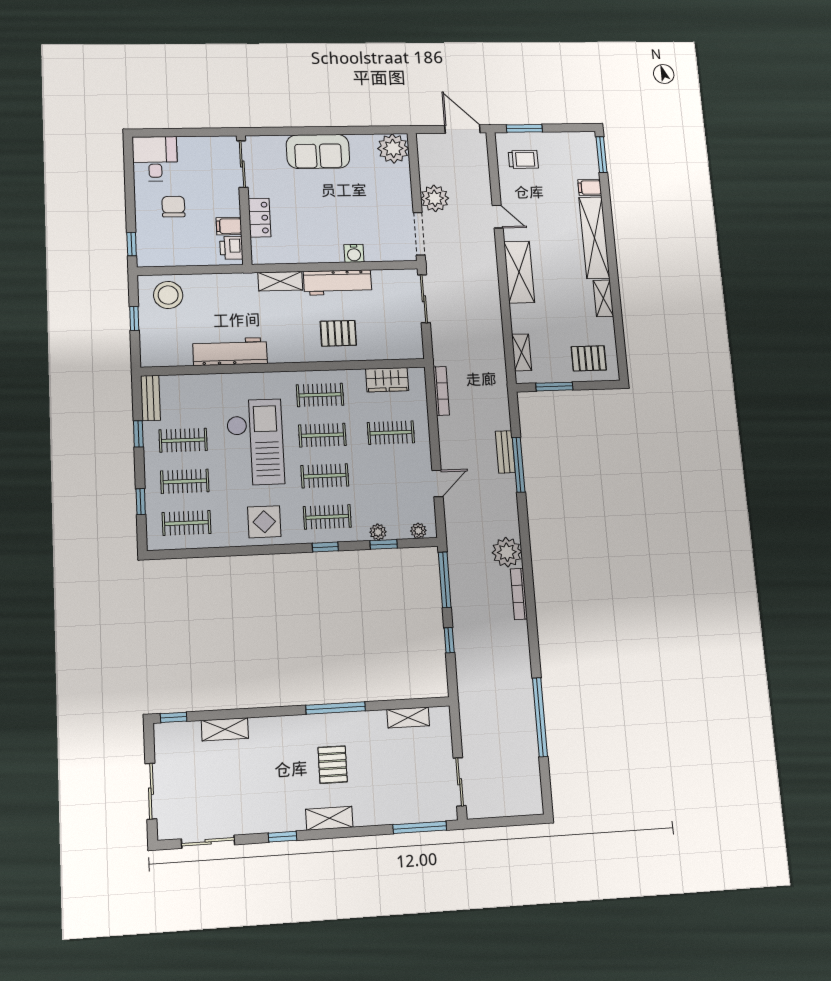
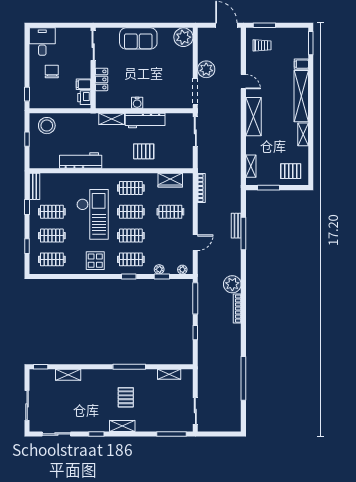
water cooler: (354, 253) -> (137, 103), moved

